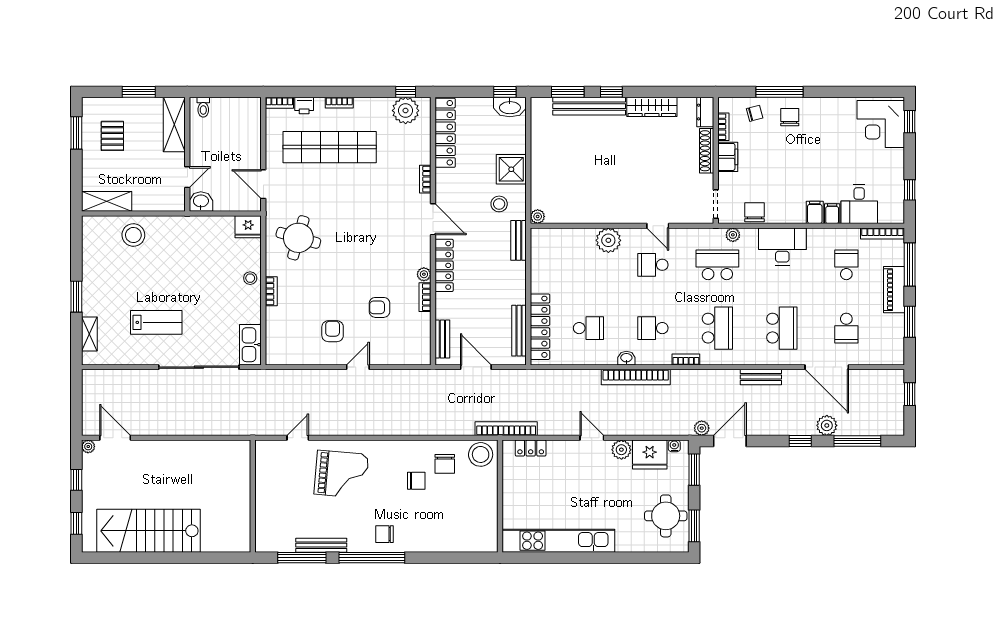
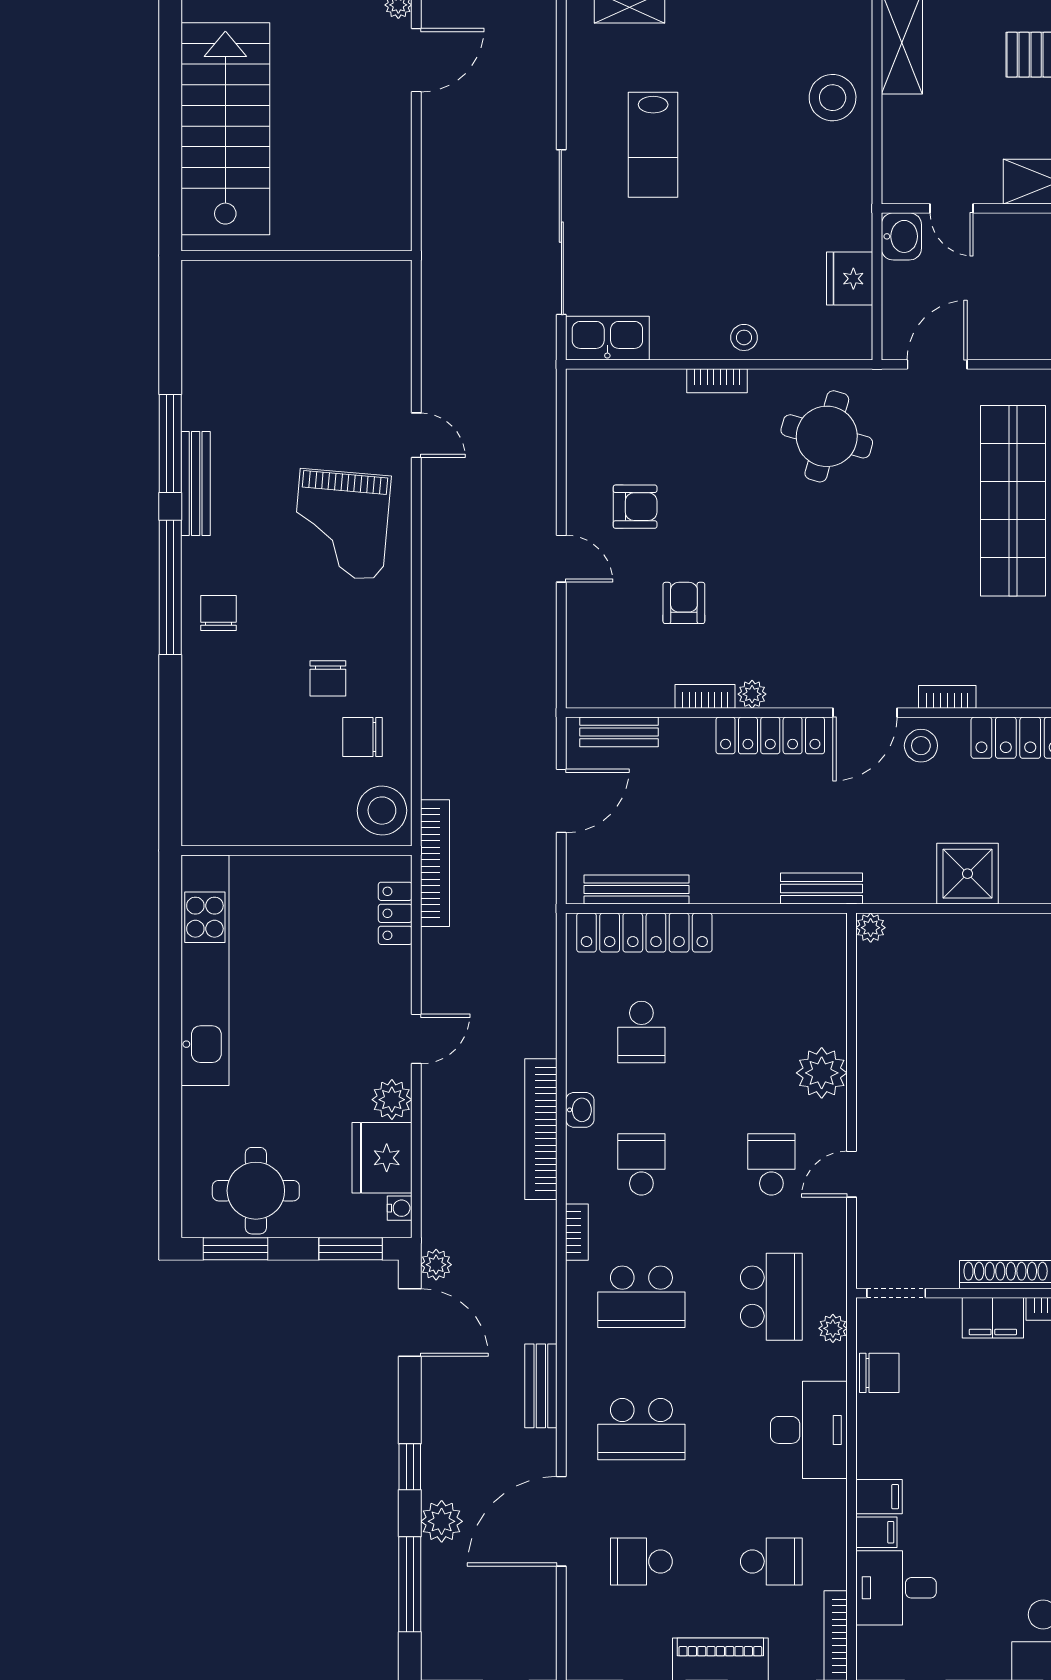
stool: (499, 204) -> (921, 746), moved
fridge: (248, 227) -> (850, 279), moved
wall: (253, 496) -> (296, 256), moved

